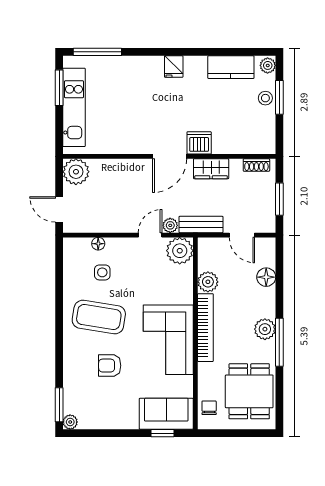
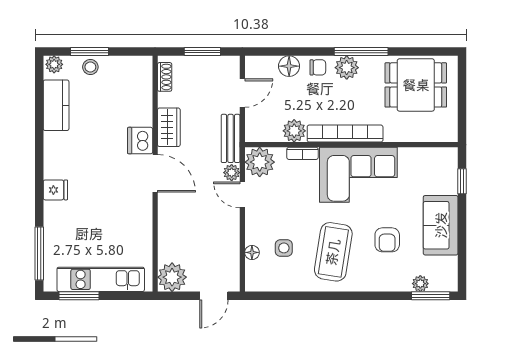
fridge: (174, 67) -> (55, 190), moved
bookcase: (188, 289) -> (303, 153), added
chair: (209, 408) -> (318, 67), moved, turned 180
sofa: (166, 414) -> (441, 225), moved
plant: (70, 422) -> (420, 284), moved

